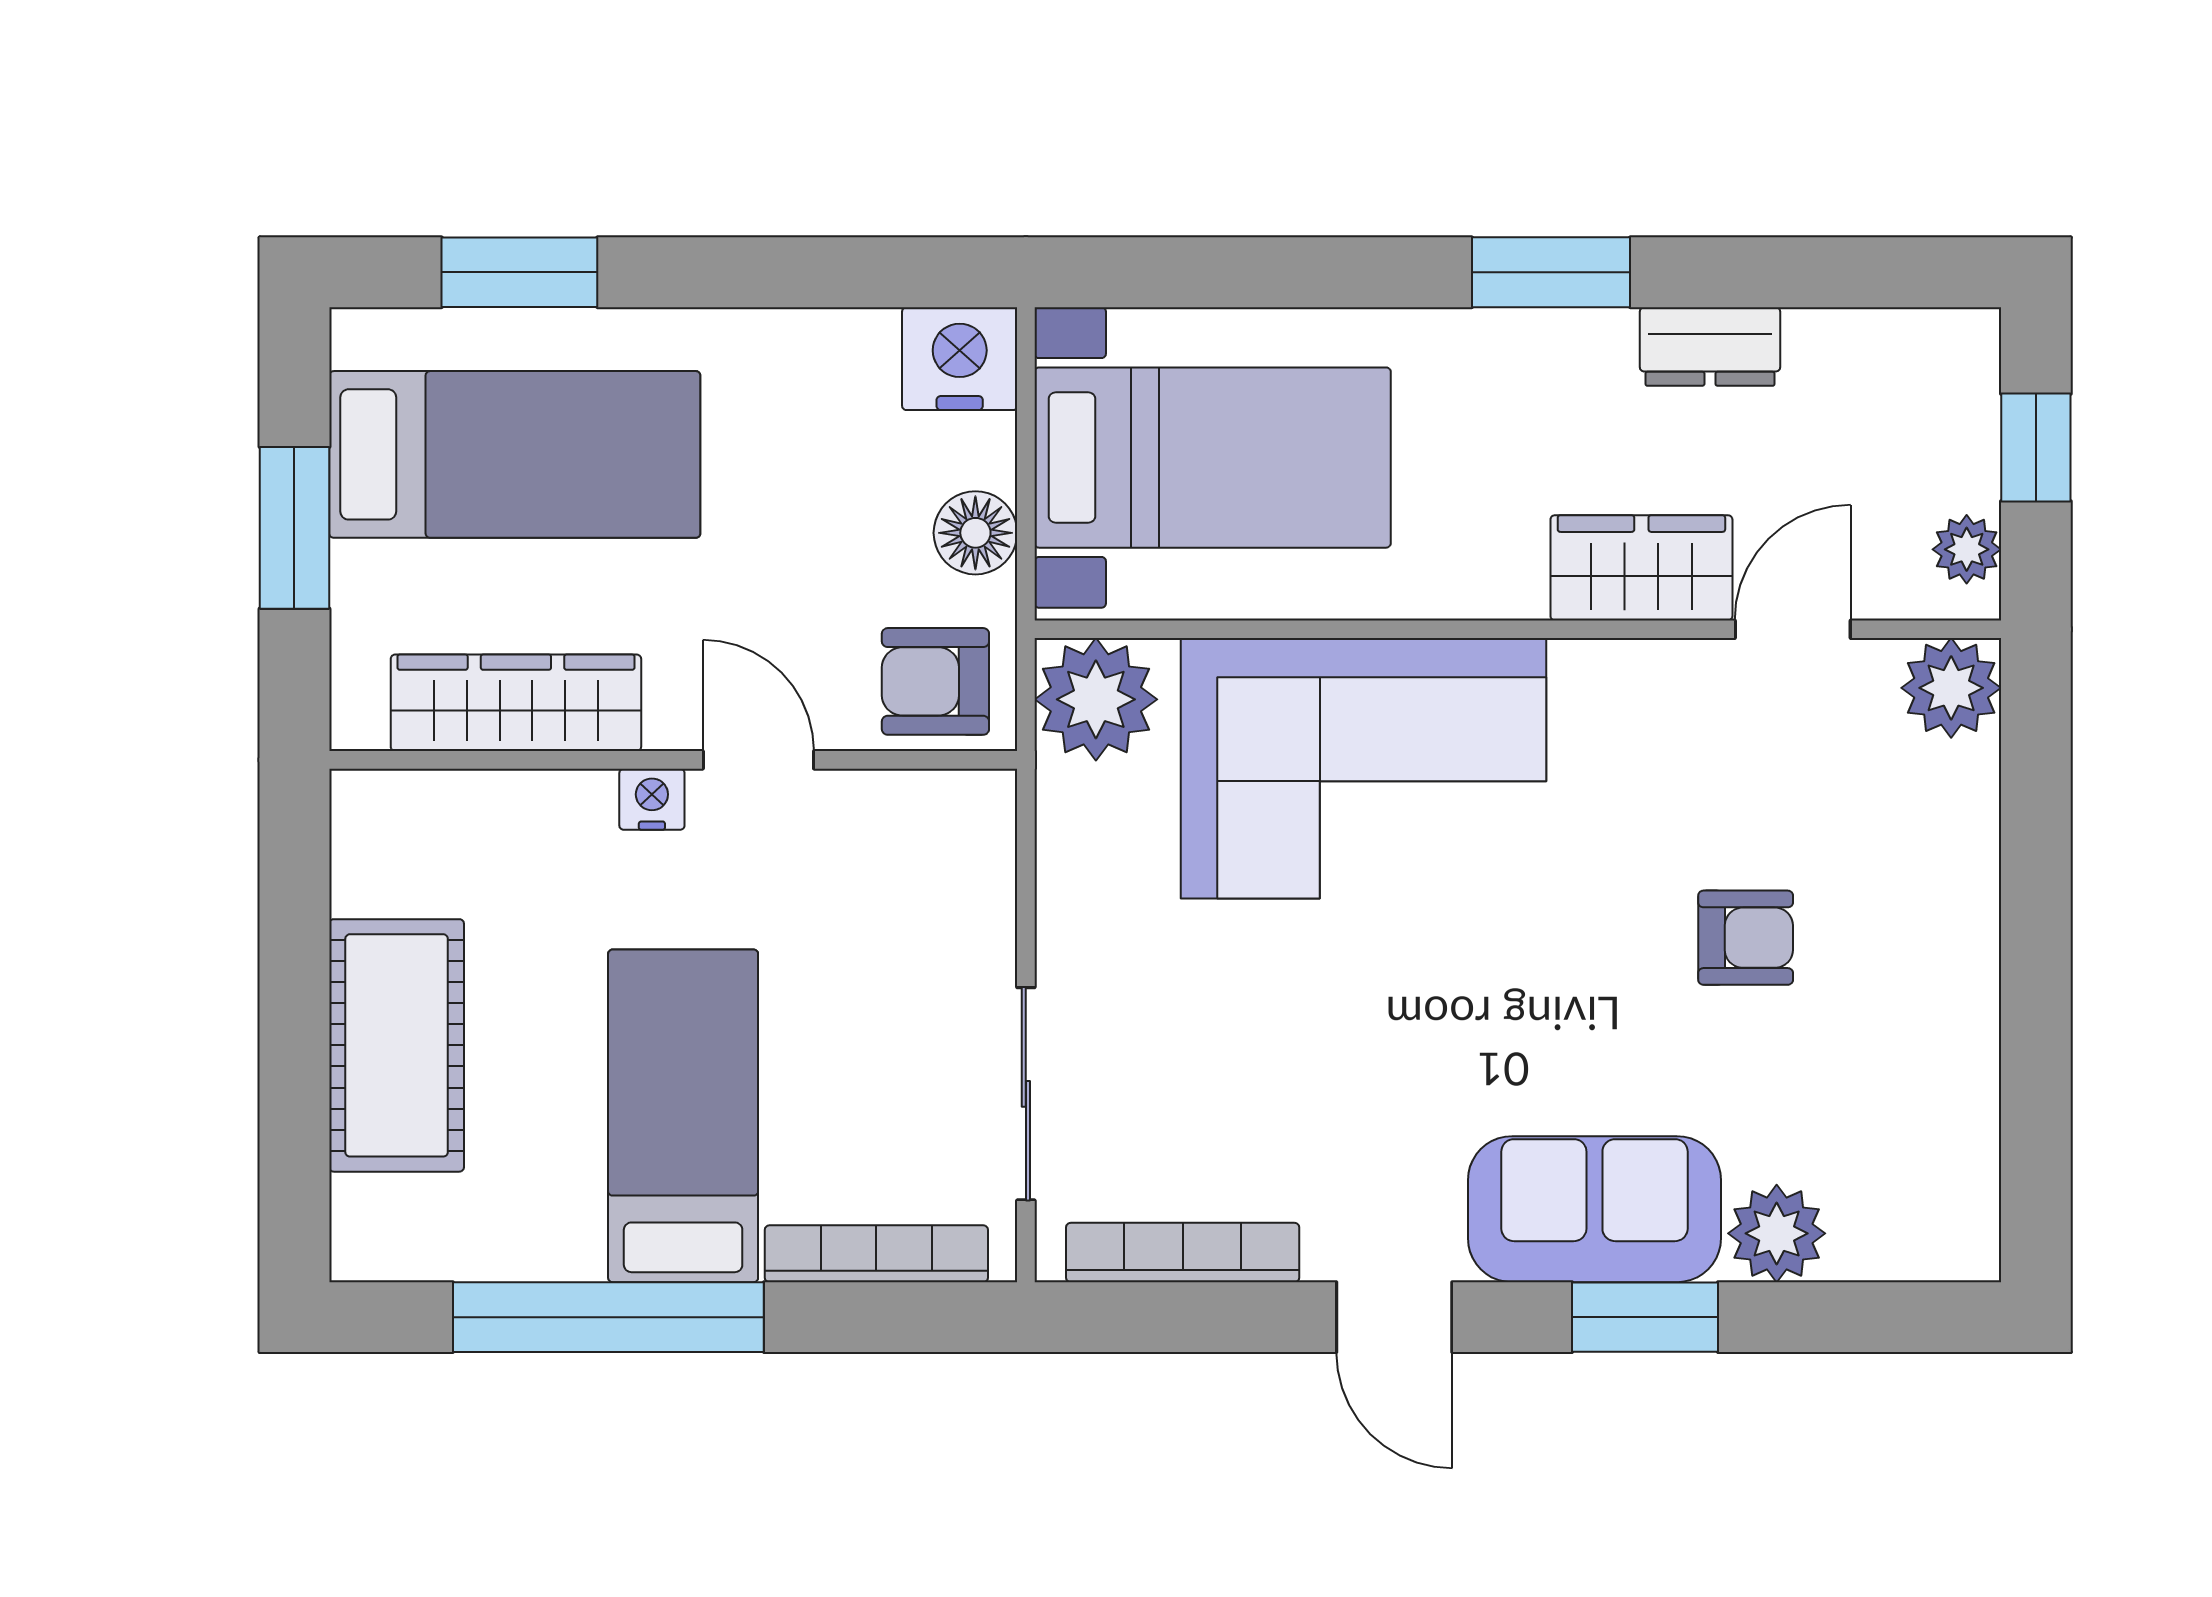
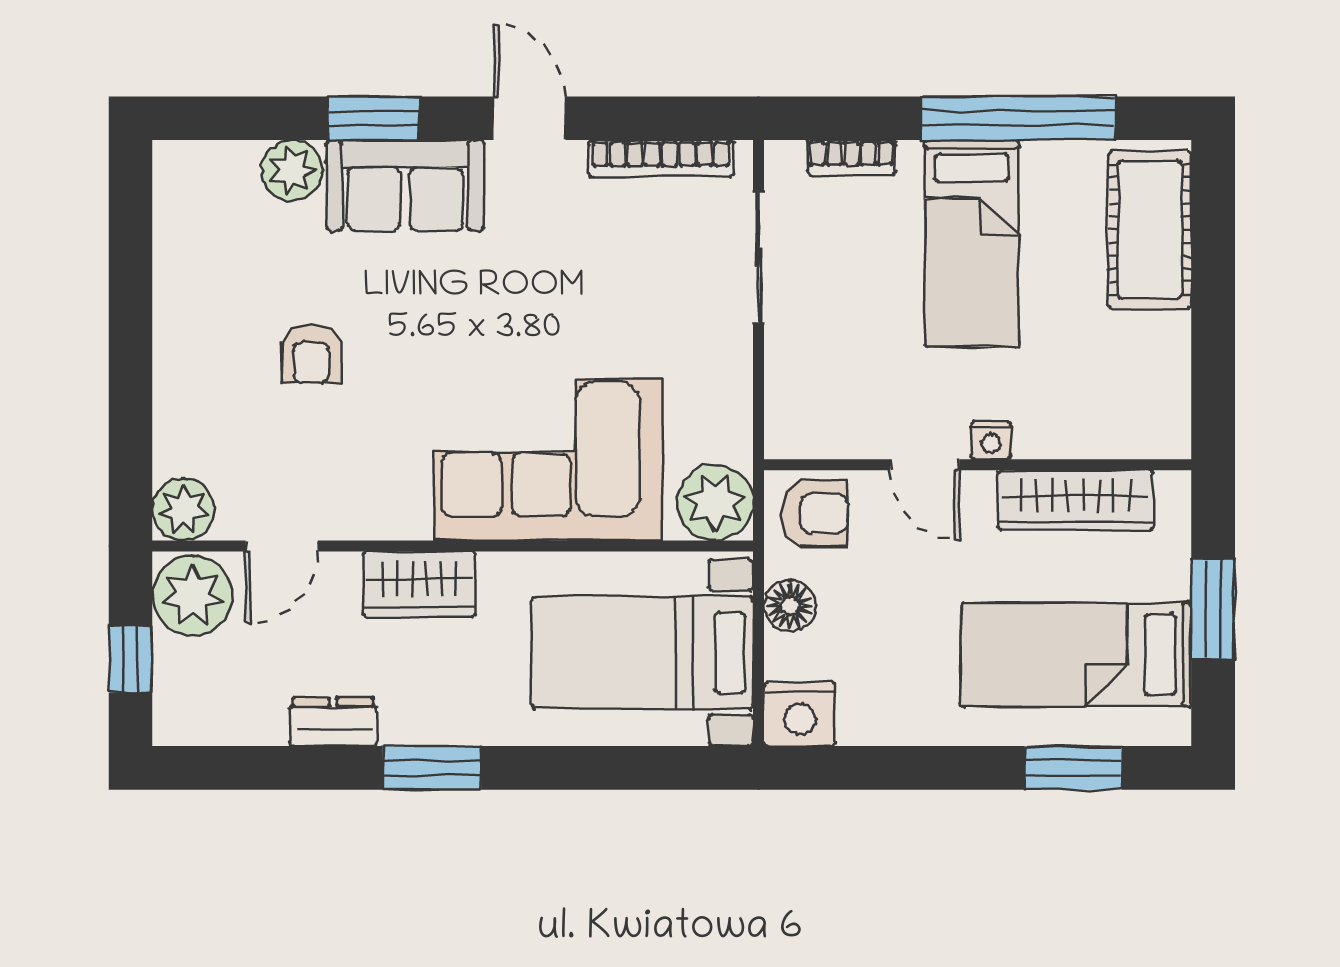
plant: (1967, 549) -> (192, 596), width x1.88, depth x1.88
wardrobe: (1641, 568) -> (419, 584), moved
armchair: (1746, 938) -> (311, 354), turned -90
cot: (397, 1045) -> (1150, 230), moved
bookcase: (876, 1254) -> (851, 158), width x0.64

